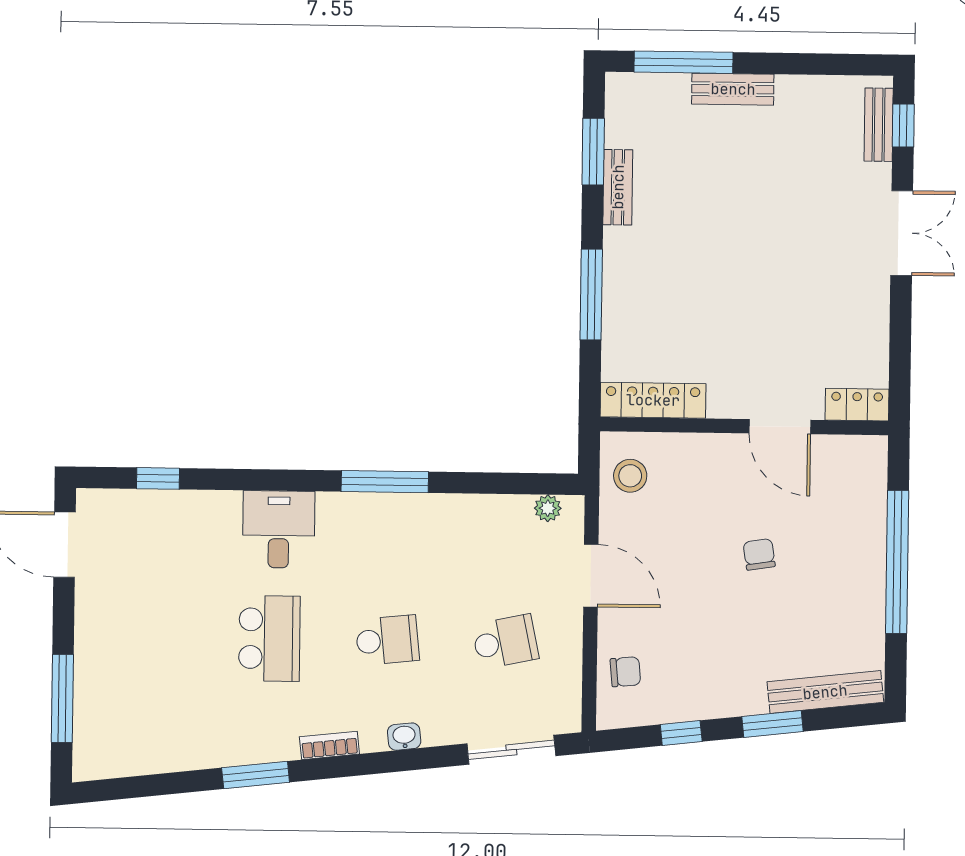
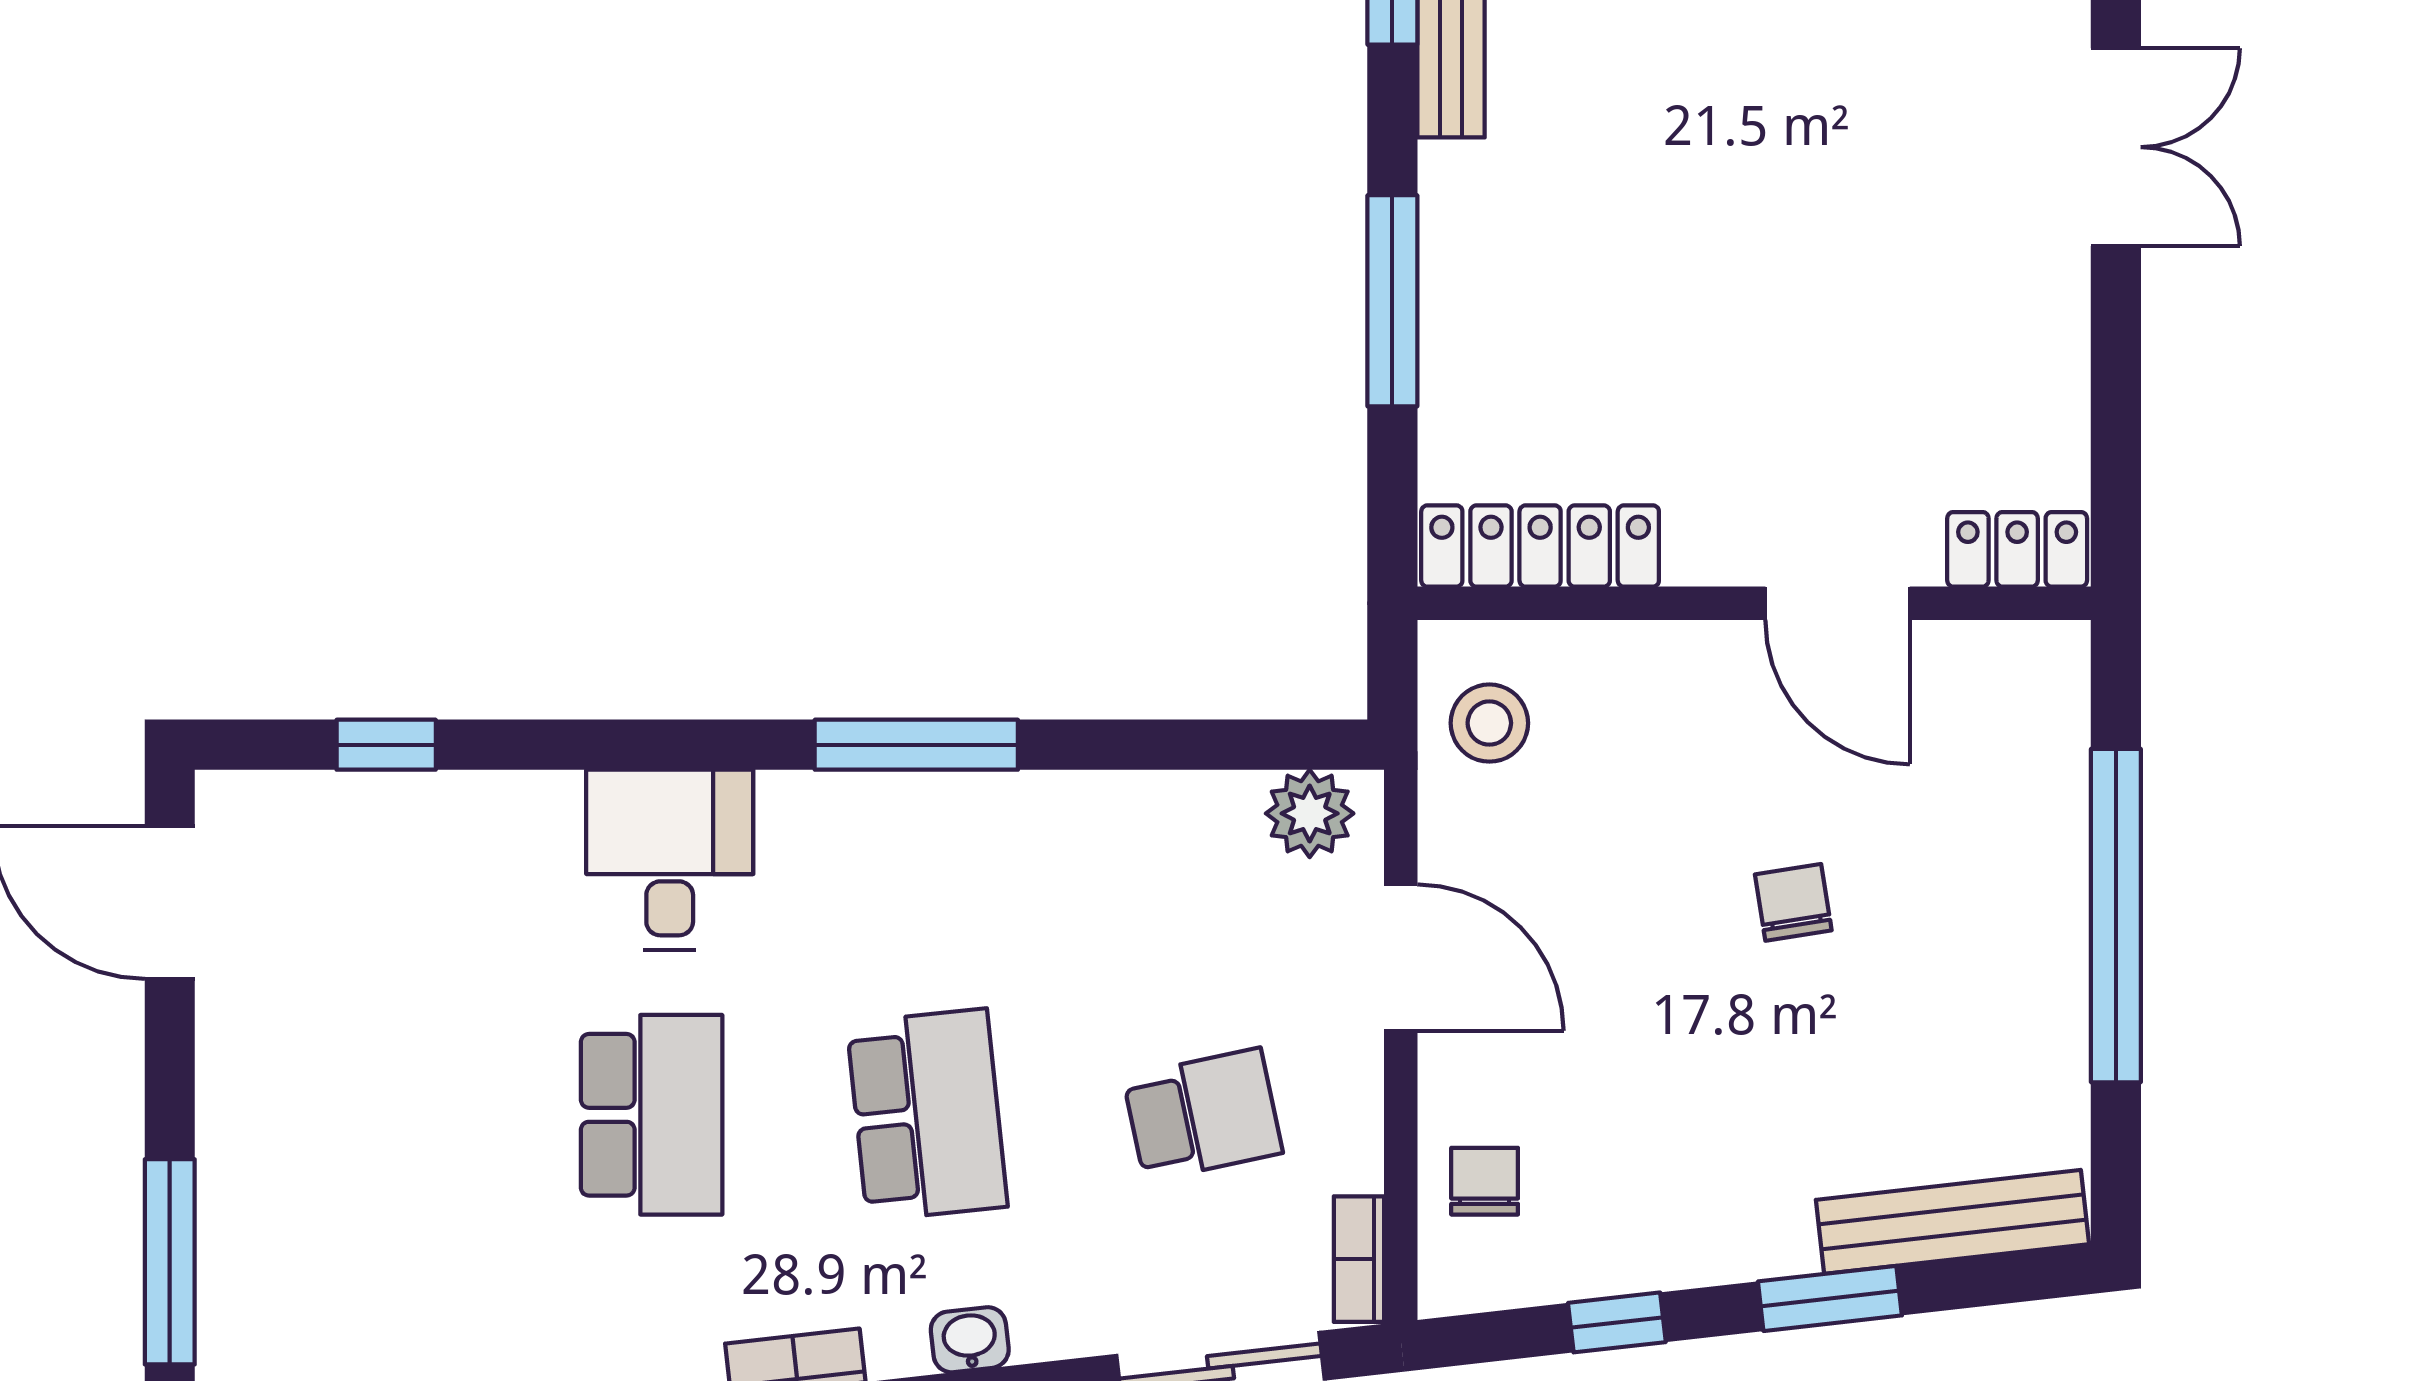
plant: (548, 508) -> (1310, 813), width x1.38, depth x1.38
school desk: (387, 640) -> (927, 1115), width x1.85
chair: (625, 672) -> (1485, 1181), turned -85
bookcase: (571, 704) -> (1359, 1259), added

